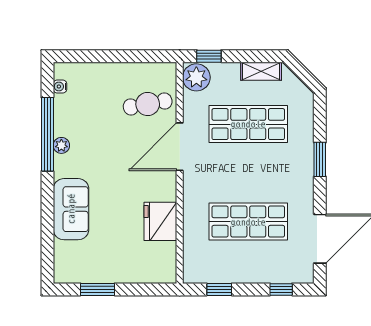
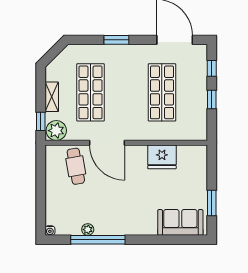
shelving: (261, 71) -> (52, 97), moved
water cooler: (60, 87) -> (50, 231), moved
plant: (61, 145) -> (88, 230), moved
sofa: (71, 209) -> (180, 222), moved
window: (219, 289) -> (212, 99), moved

